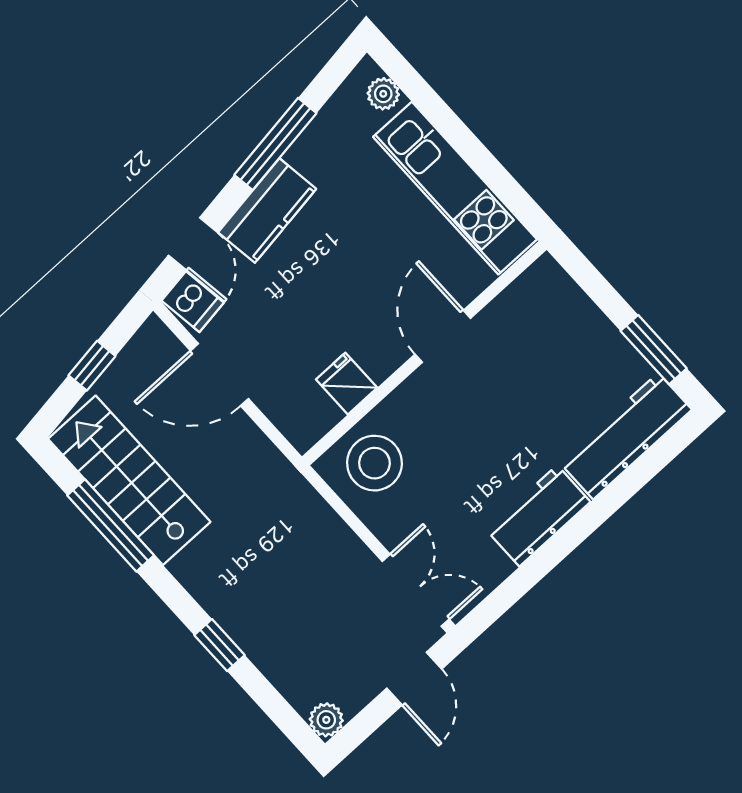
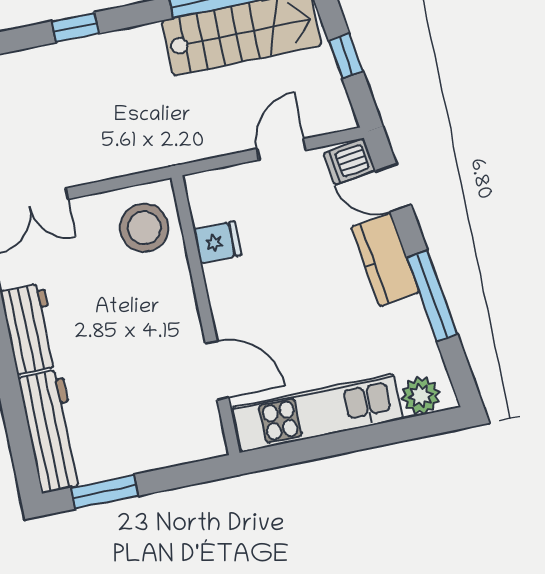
plant: (383, 94) -> (421, 396), width x1.38, depth x1.38
door: (443, 336) -> (217, 370), moved
door: (219, 375) -> (281, 149), width x0.73

